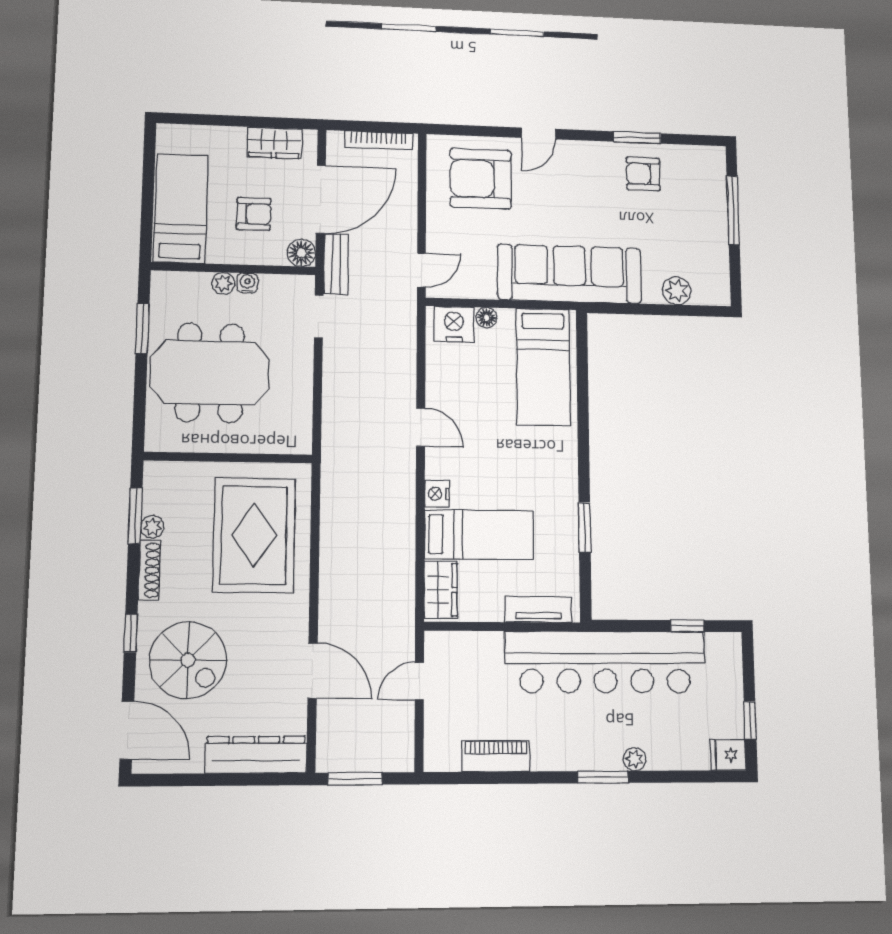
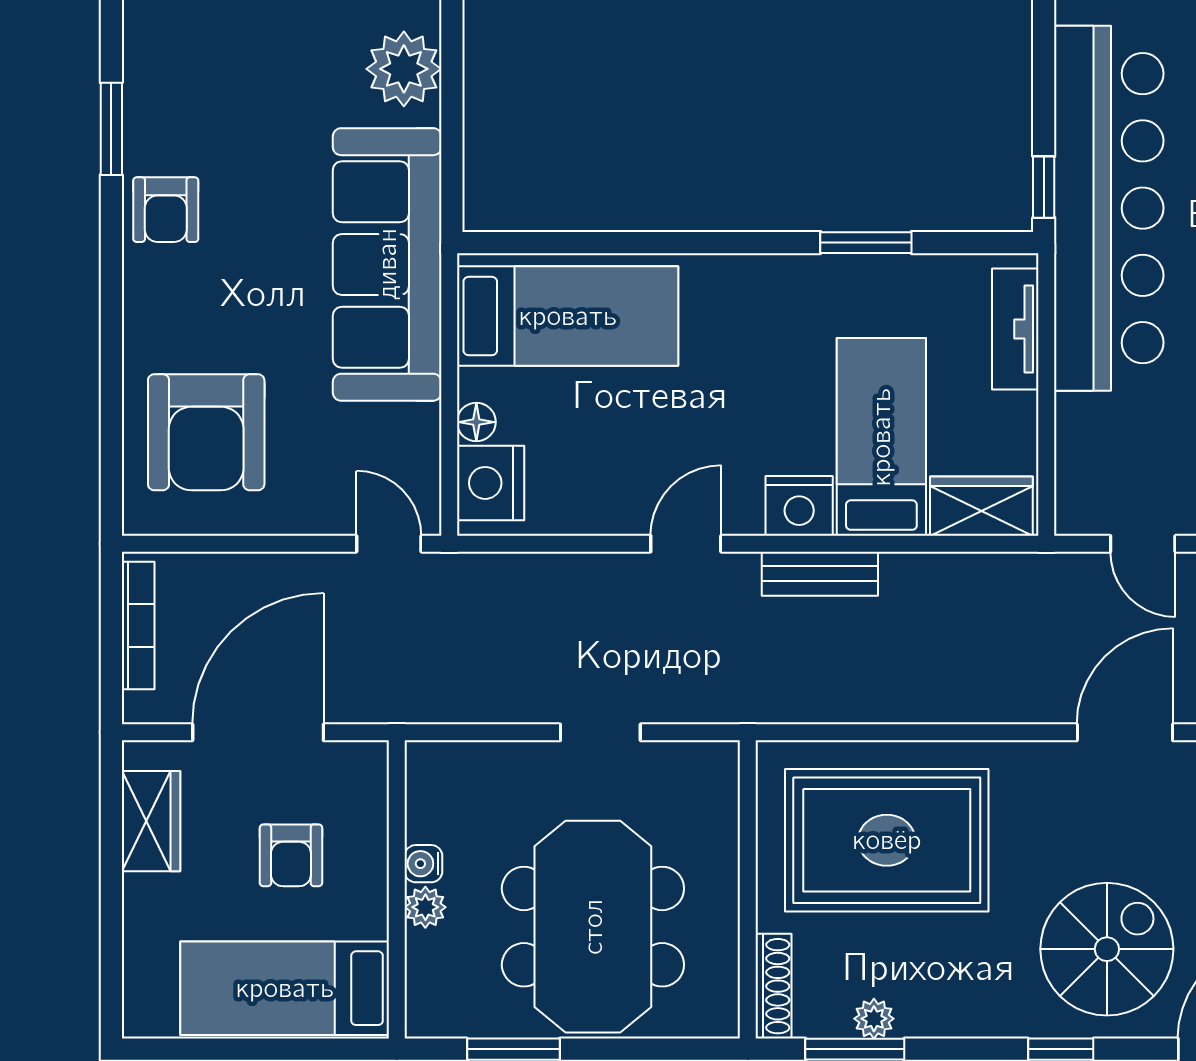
door: (539, 133) -> (111, 321), removed
armchair: (643, 174) -> (166, 210), moved
door: (321, 199) -> (258, 732), hinge flipped
armchair: (254, 214) -> (291, 855), turned 180
floor lamp: (301, 253) -> (363, 766), removed
bench: (336, 264) -> (820, 574), moved
plant: (677, 291) -> (404, 69), width x1.36, depth x1.36
doorway: (319, 316) -> (600, 732), moved
nightstand: (437, 494) -> (799, 506), width x1.36, depth x1.33
shoe rack: (150, 570) -> (773, 986), moved, turned 90
window: (687, 626) -> (1044, 187), moved

